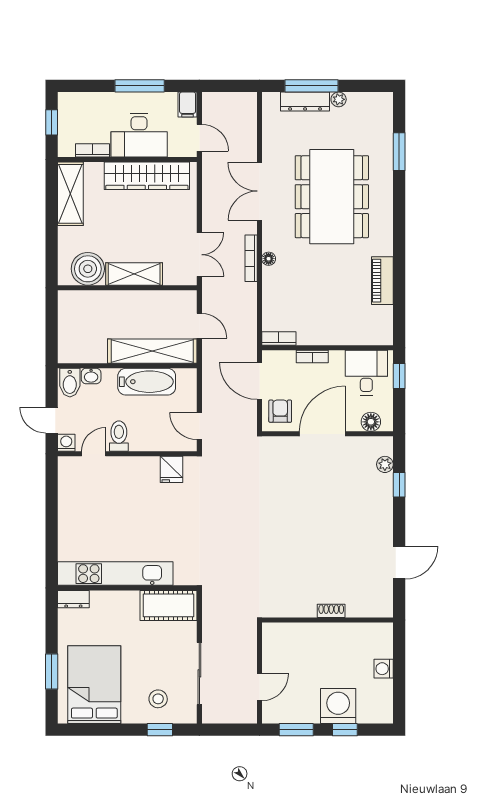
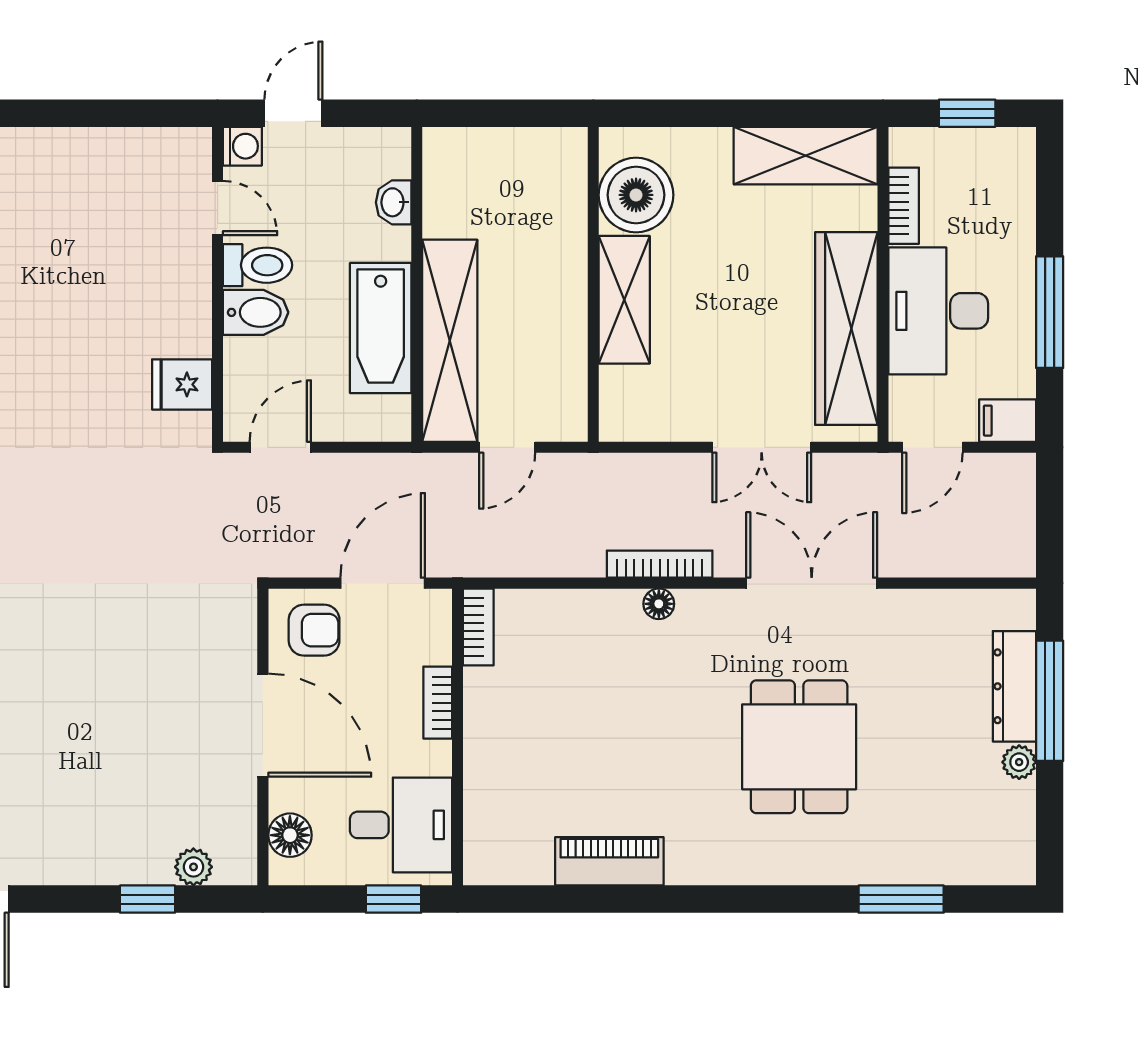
dining table: (332, 197) -> (799, 747), width x0.53, depth x0.80
double door: (199, 255) -> (762, 447), moved
bidet: (70, 383) -> (256, 312), moved, turned 180

